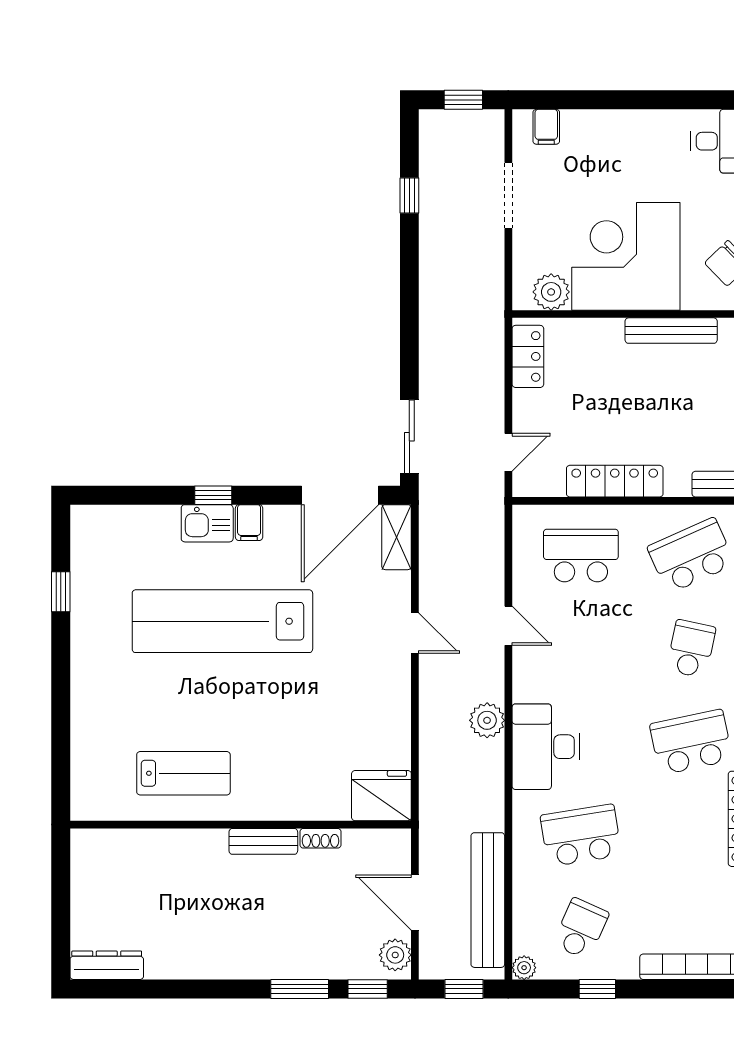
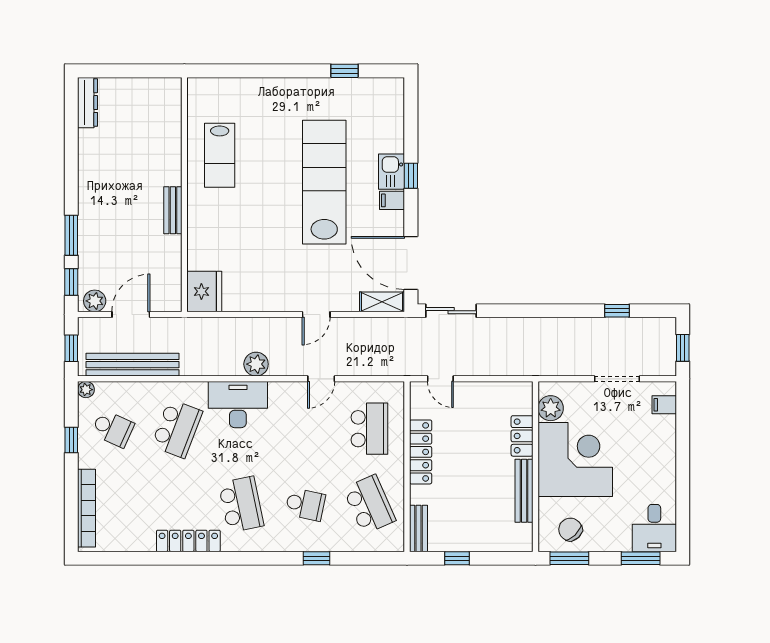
locker: (528, 356) -> (522, 436), moved, turned 90
school desk: (581, 835) -> (177, 429), turned 30
shoe rack: (320, 838) -> (175, 250), removed

